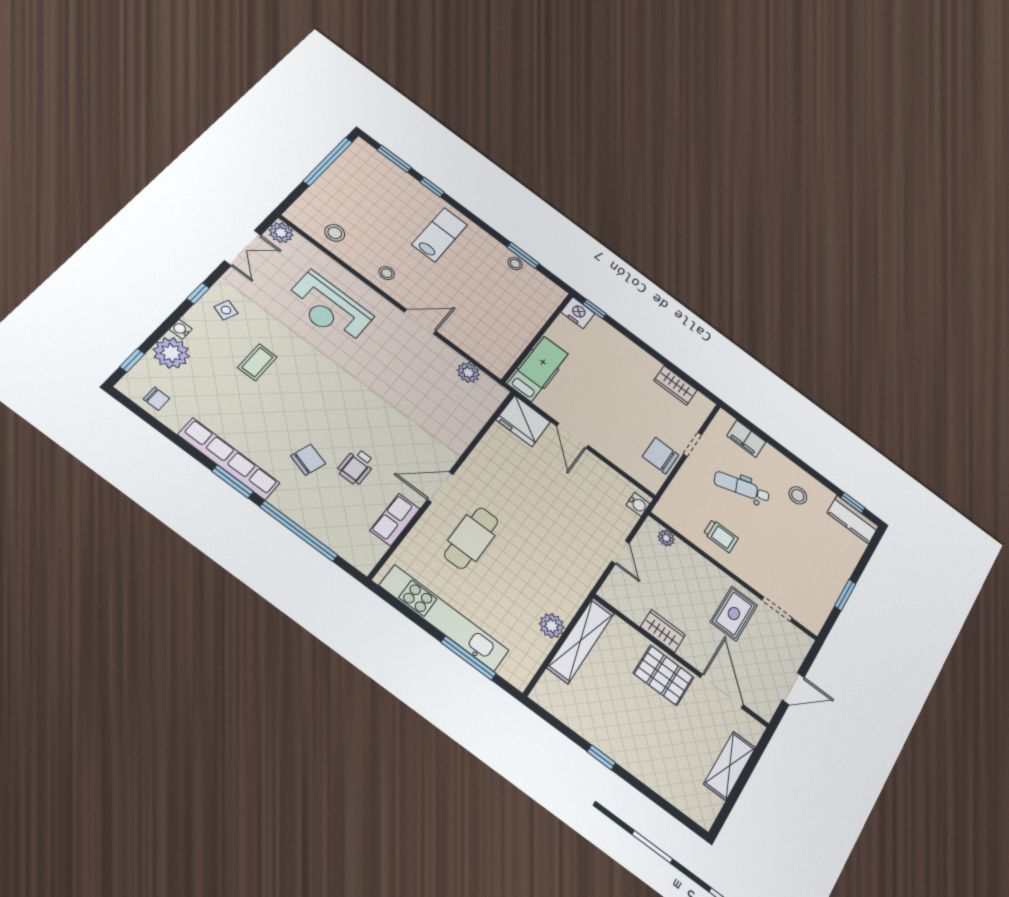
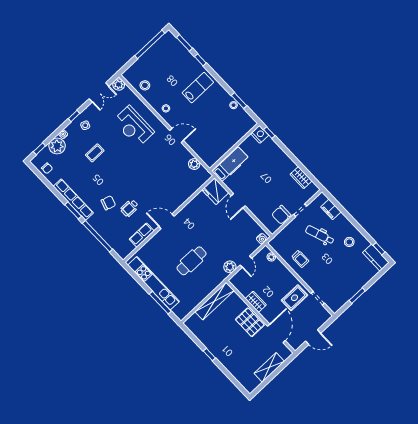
chair: (661, 456) -> (281, 215), turned -90
cafe table: (471, 538) -> (192, 261), moved
plant: (552, 626) -> (230, 267), moved

